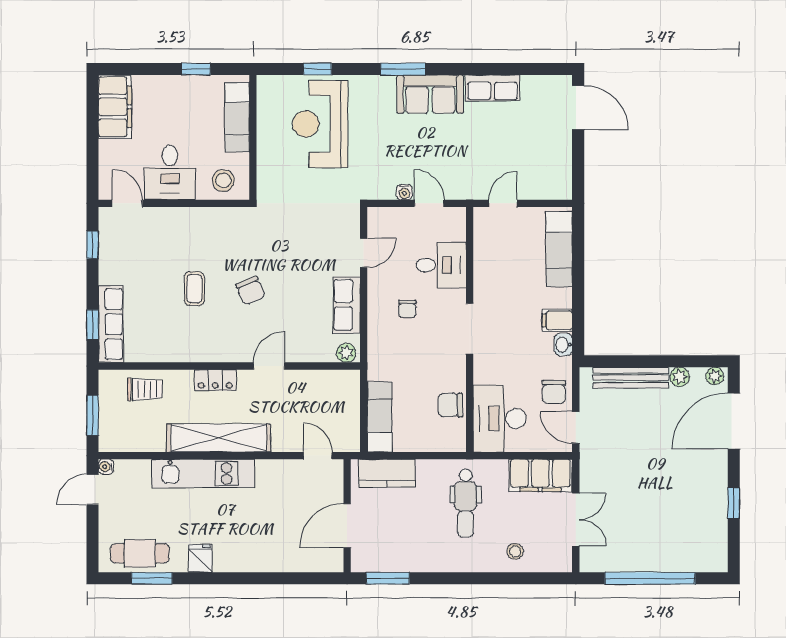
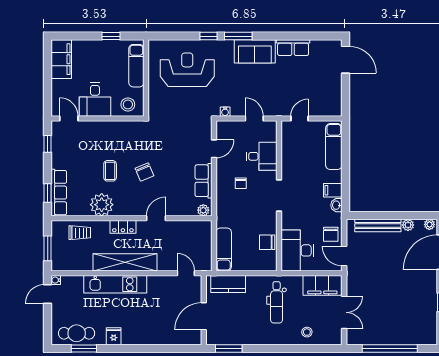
window: (317, 69) -> (208, 36), moved
reception desk: (320, 124) -> (187, 70), turned 90
water cooler: (404, 192) -> (225, 112), moved
plant: (181, 344) -> (102, 205), added

